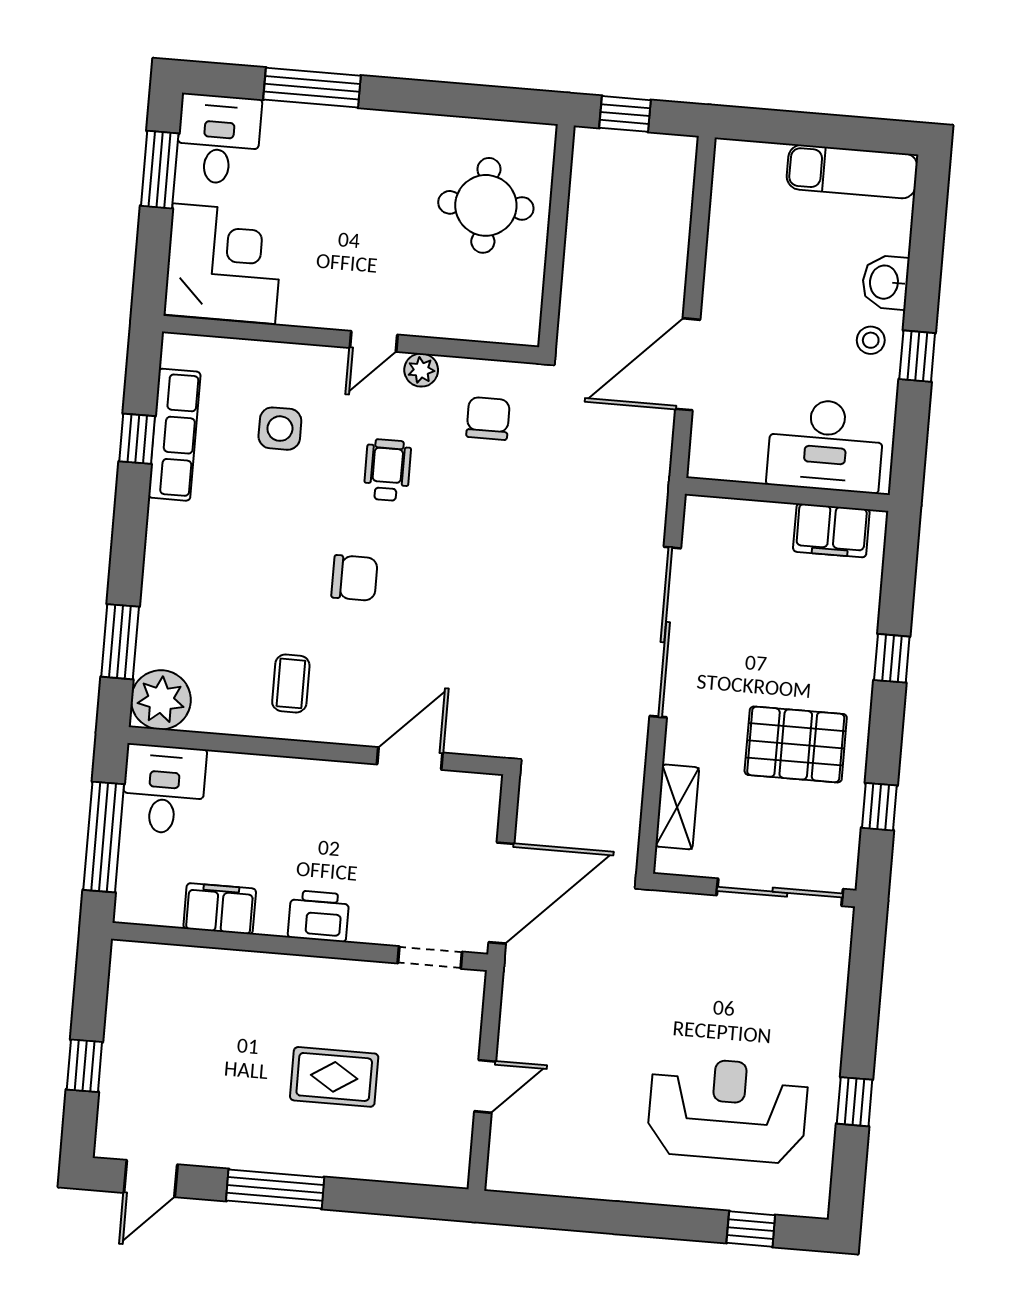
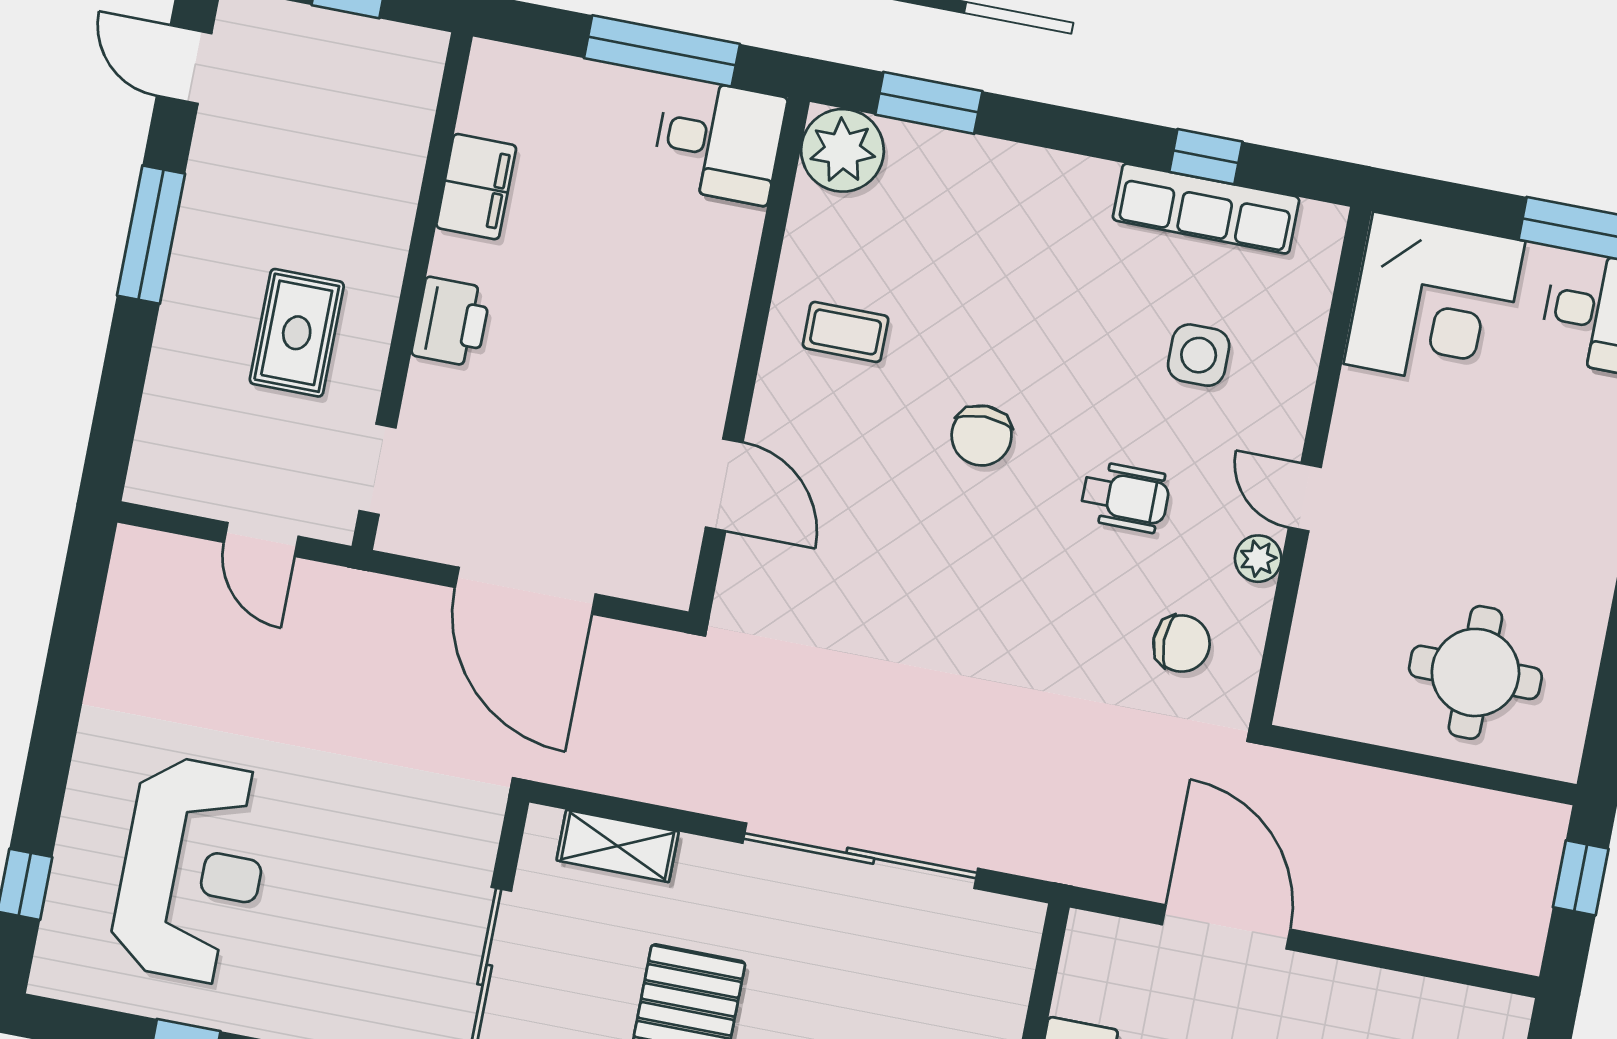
filing cabinet: (220, 909) -> (476, 187), moved
printer: (319, 916) -> (451, 322), moved
wall: (300, 947) -> (412, 291), moved
doorway: (430, 957) -> (377, 469), moved

